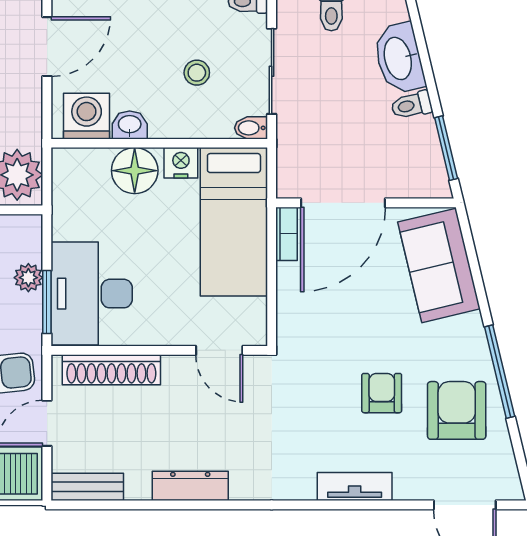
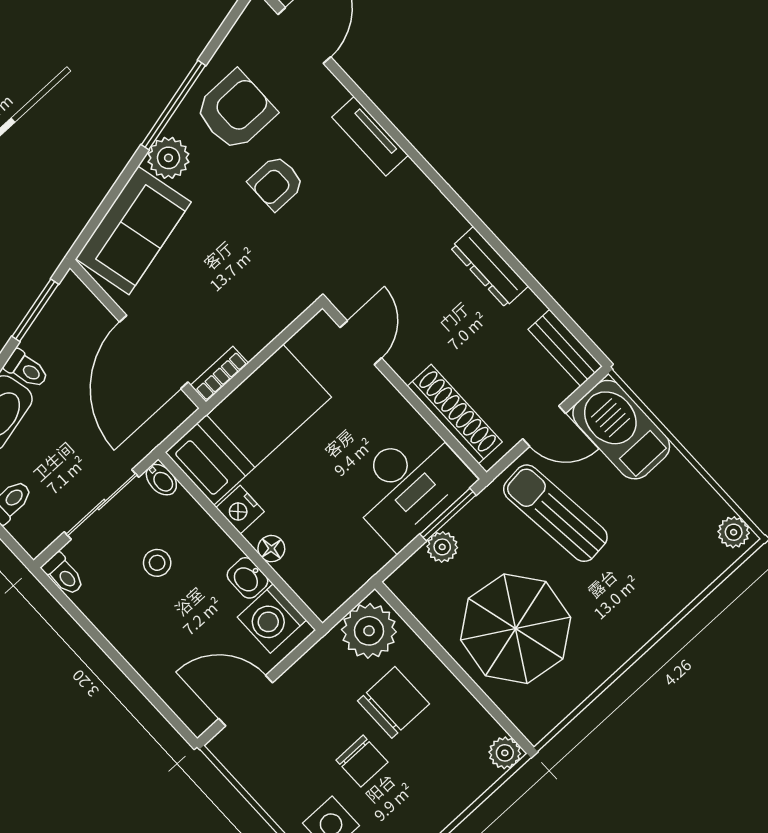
floor lamp: (135, 171) -> (271, 549), width x0.53, depth x0.53
door: (343, 203) -> (154, 352), swing flipped
plant: (467, 335) -> (168, 158), added
armchair: (457, 410) -> (235, 111), turned 180

